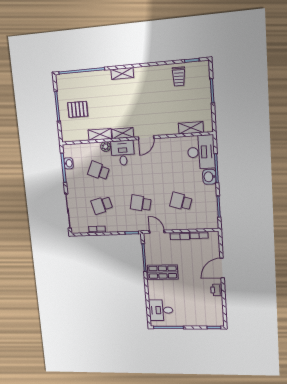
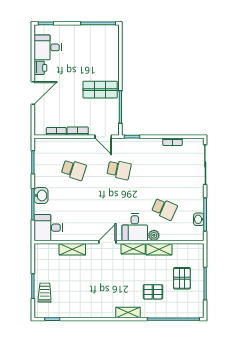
trolley: (179, 76) -> (45, 293), moved
pallet: (102, 95) -> (153, 292), added
pallet: (78, 109) -> (182, 278), turned 90
shelving: (191, 128) -> (72, 249), moved
desk: (201, 152) -> (48, 228), width x0.73
school desk: (102, 205) -> (164, 170), removed
desk: (161, 310) -> (48, 47), moved, turned 180

